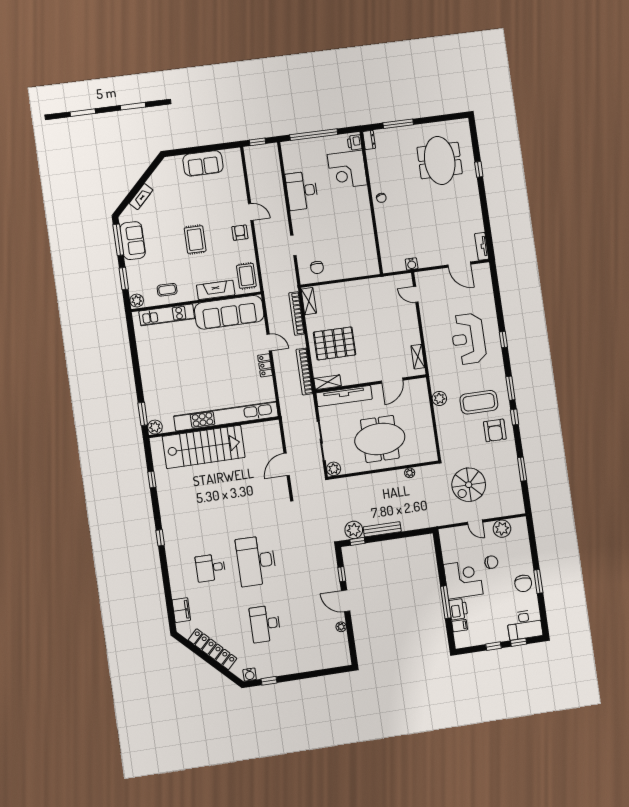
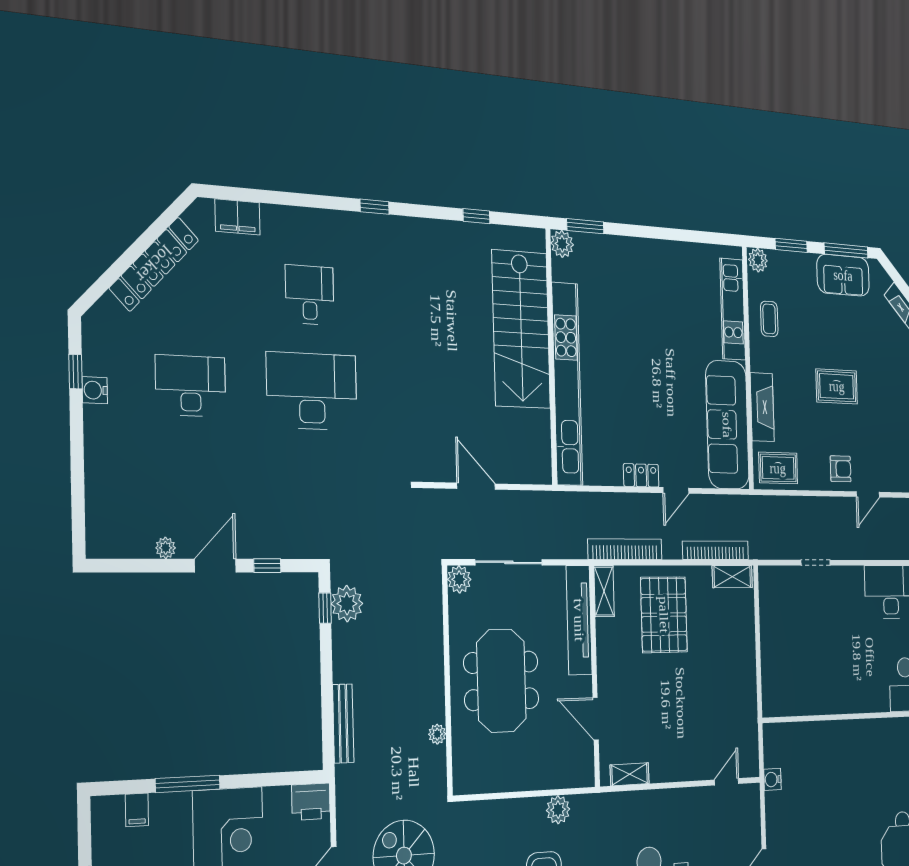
chair: (381, 198) -> (871, 735), removed
chair: (317, 267) -> (781, 601), removed
bench: (382, 529) -> (343, 724), moved
printer: (458, 609) -> (311, 802), moved
water cooler: (250, 675) -> (95, 390), moved

